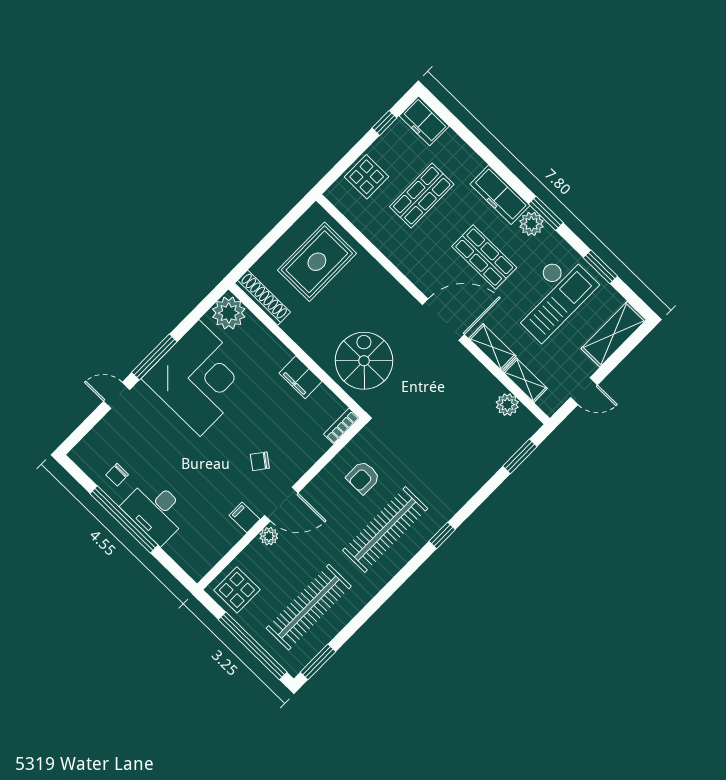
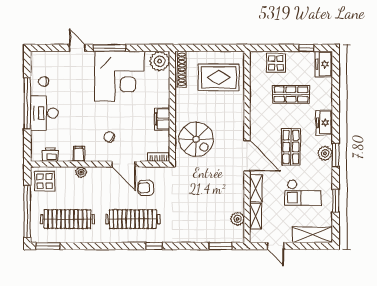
freezer: (500, 195) -> (324, 123), width x0.71
checkout: (552, 296) -> (303, 193), width x0.73, depth x0.83
spiral stairs: (364, 361) -> (196, 139), turned 90
door: (281, 504) -> (124, 164), moved
printer: (212, 552) -> (50, 154), added

